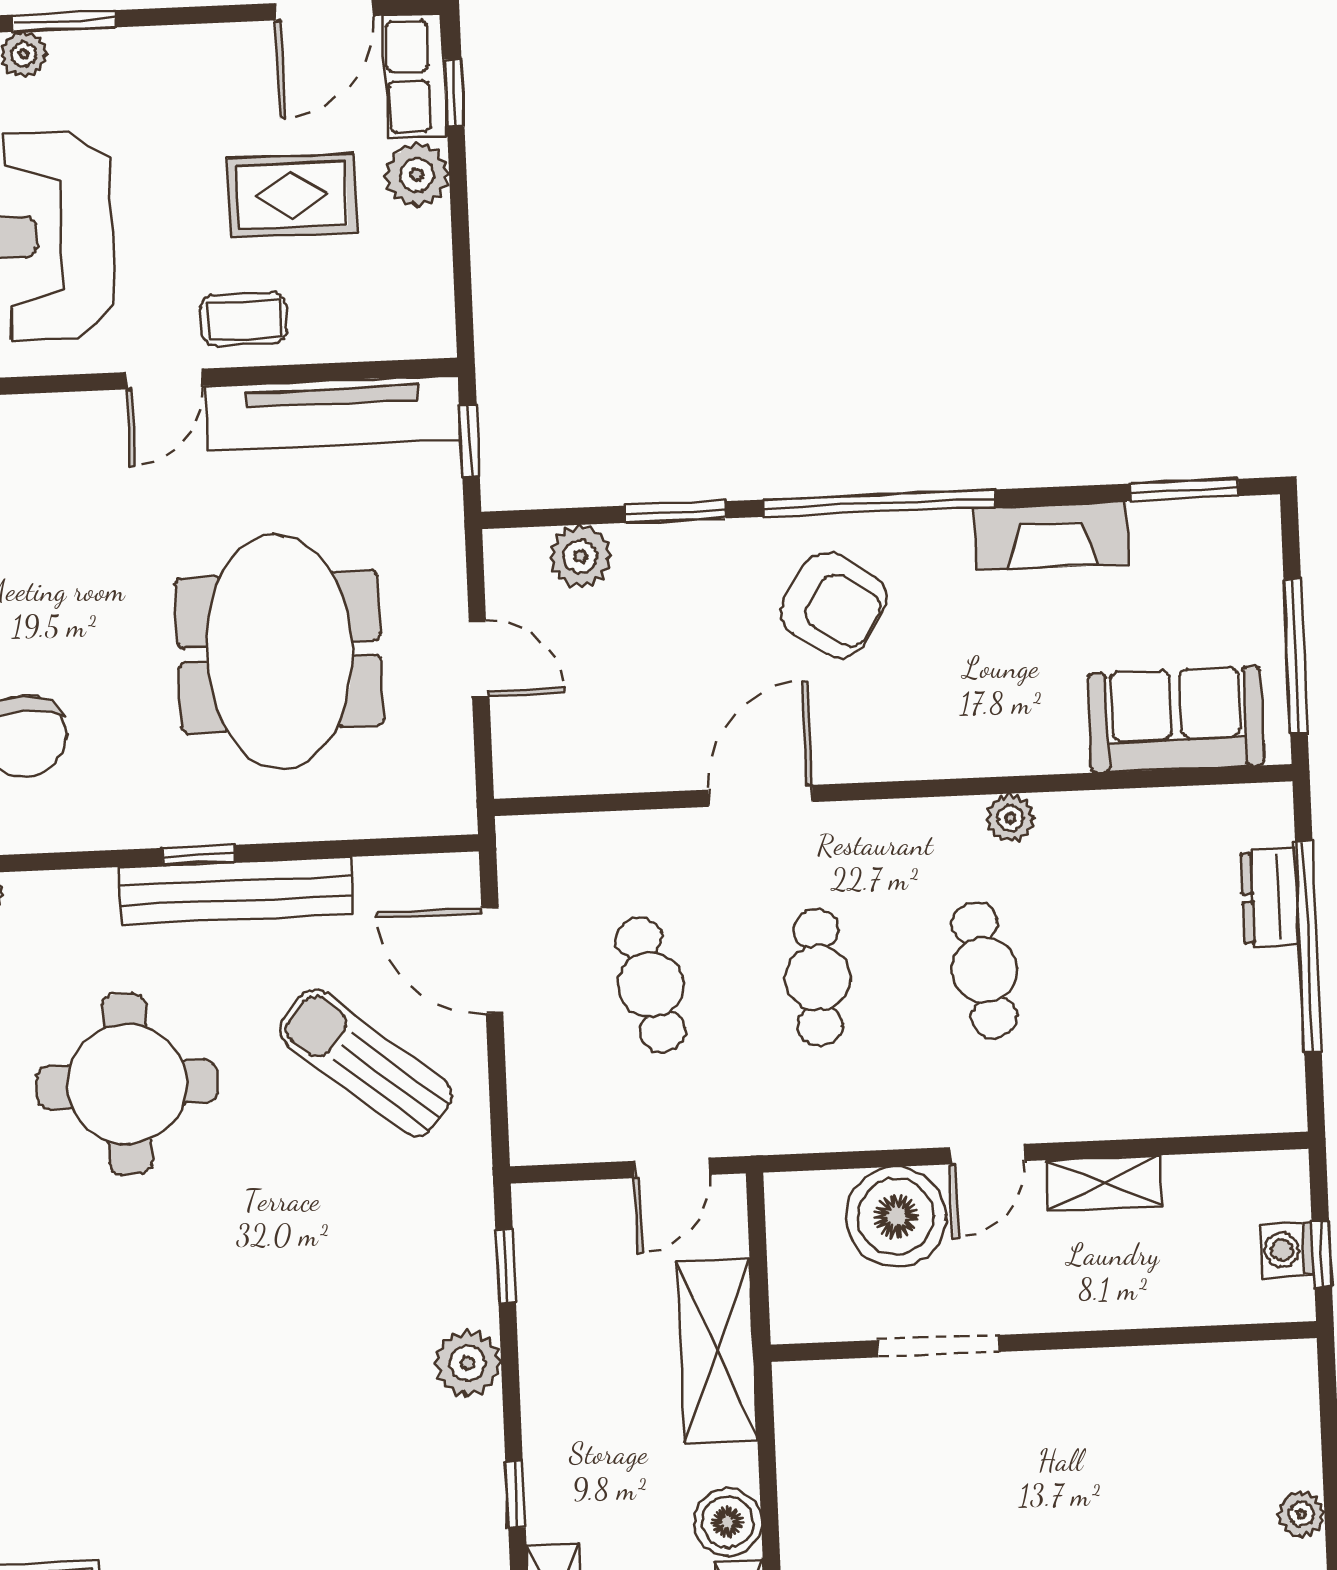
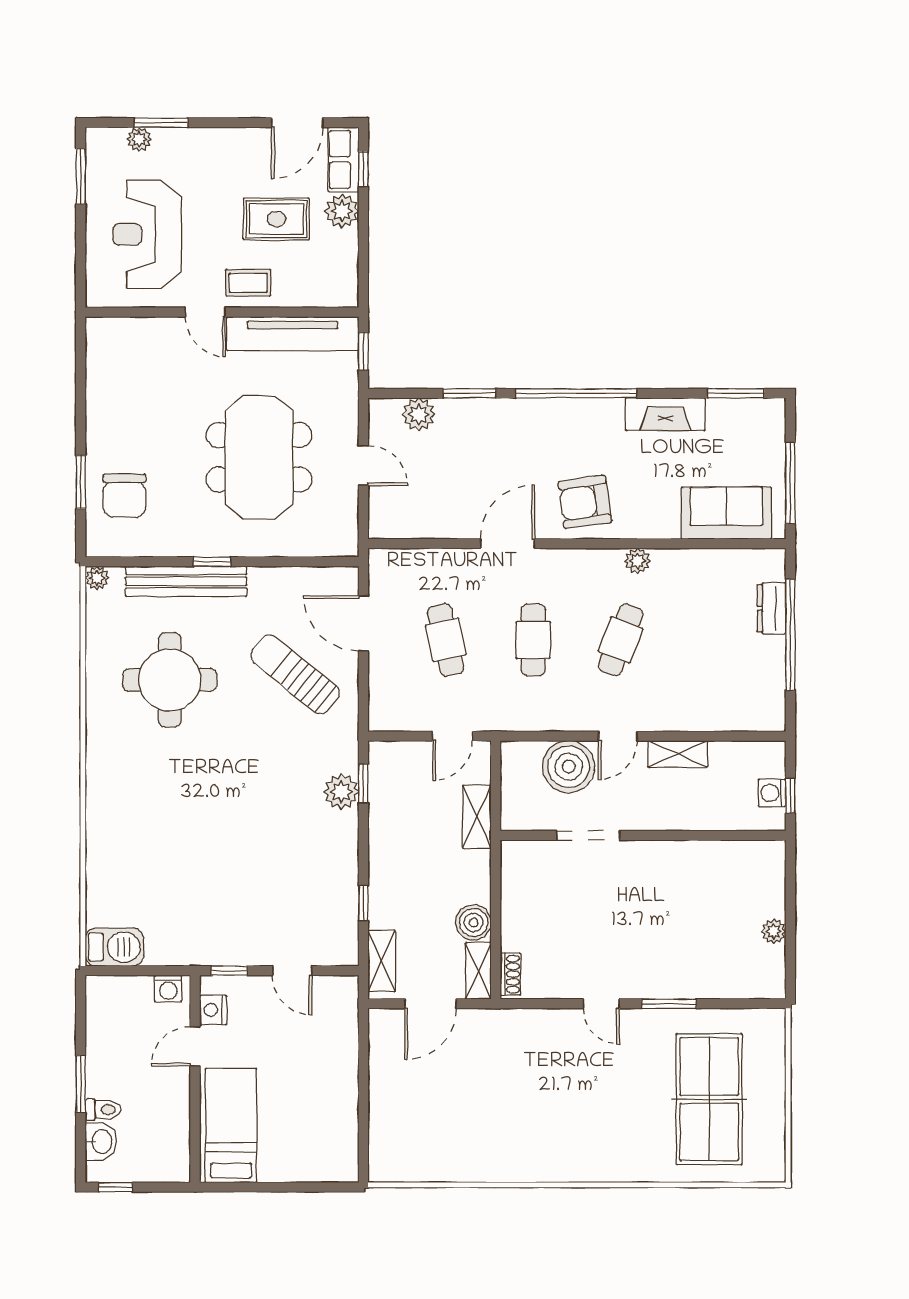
door: (164, 379) -> (205, 312), hinge flipped
armchair: (834, 605) -> (585, 502), moved, turned 139
bench: (236, 891) -> (186, 581), moved
cafe table: (985, 970) -> (621, 640), turned 30
shelving: (717, 1351) -> (477, 817), width x0.67, depth x0.75
plant: (468, 1363) -> (341, 792), moved

